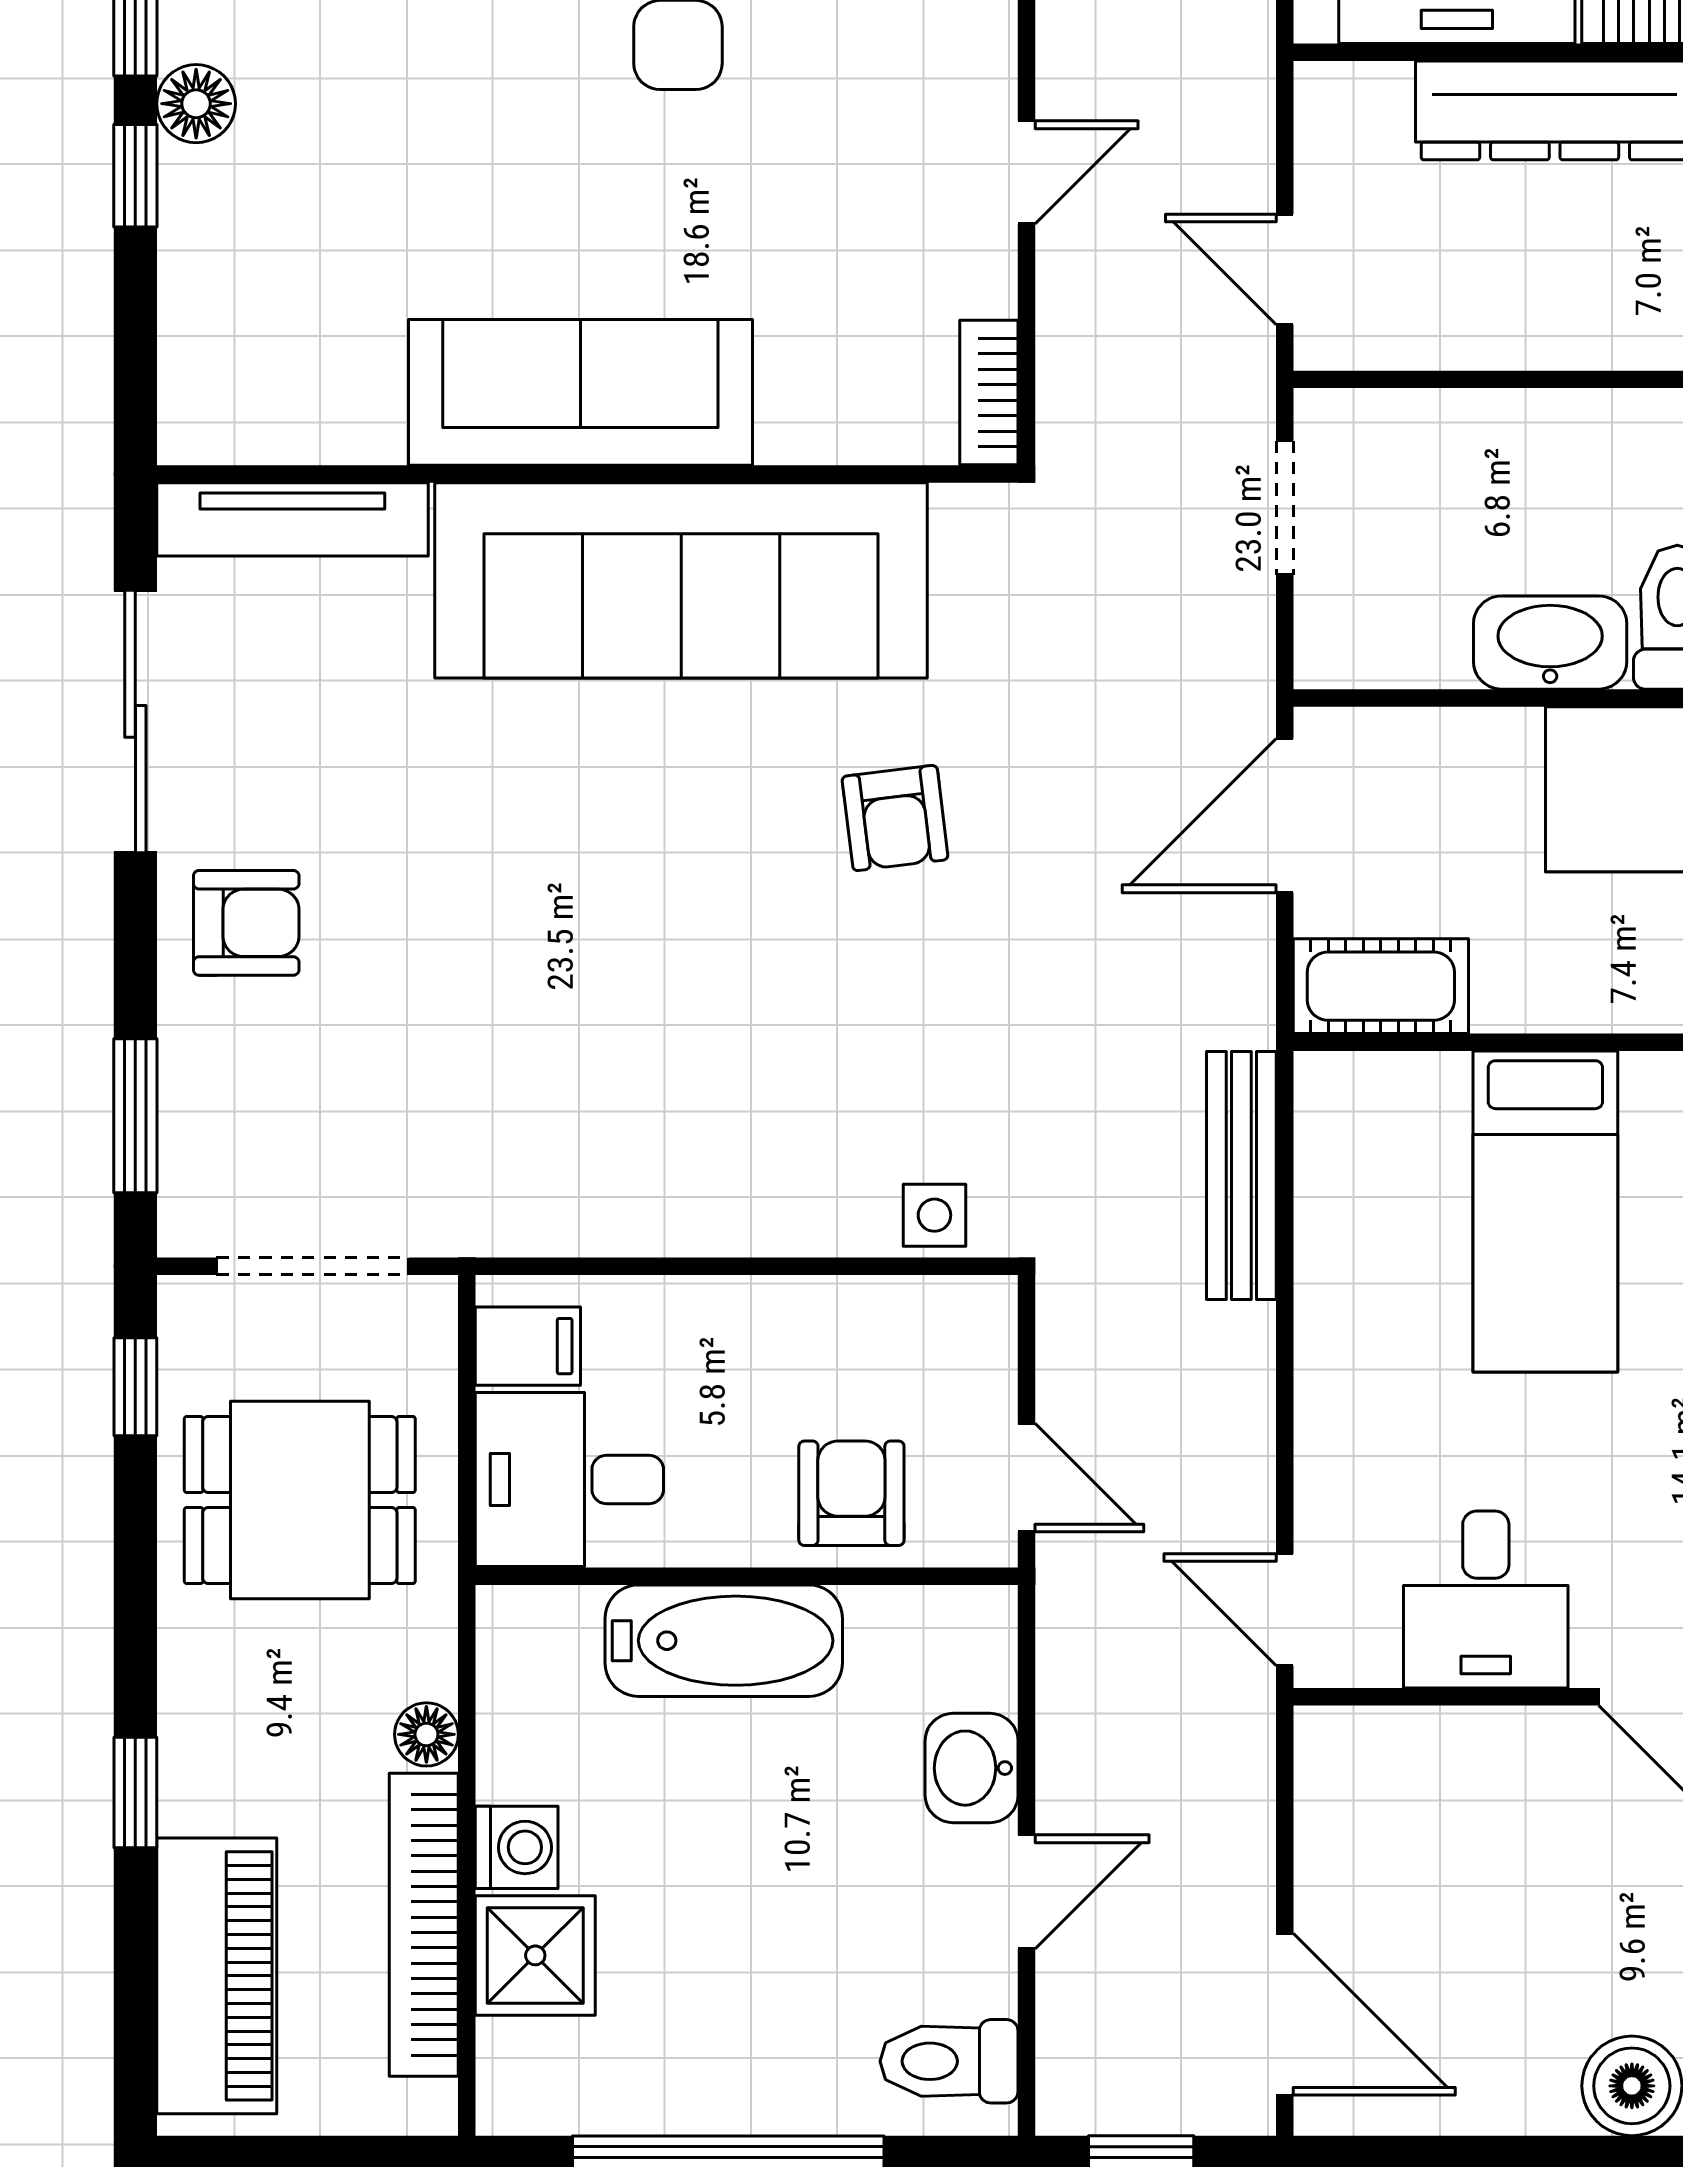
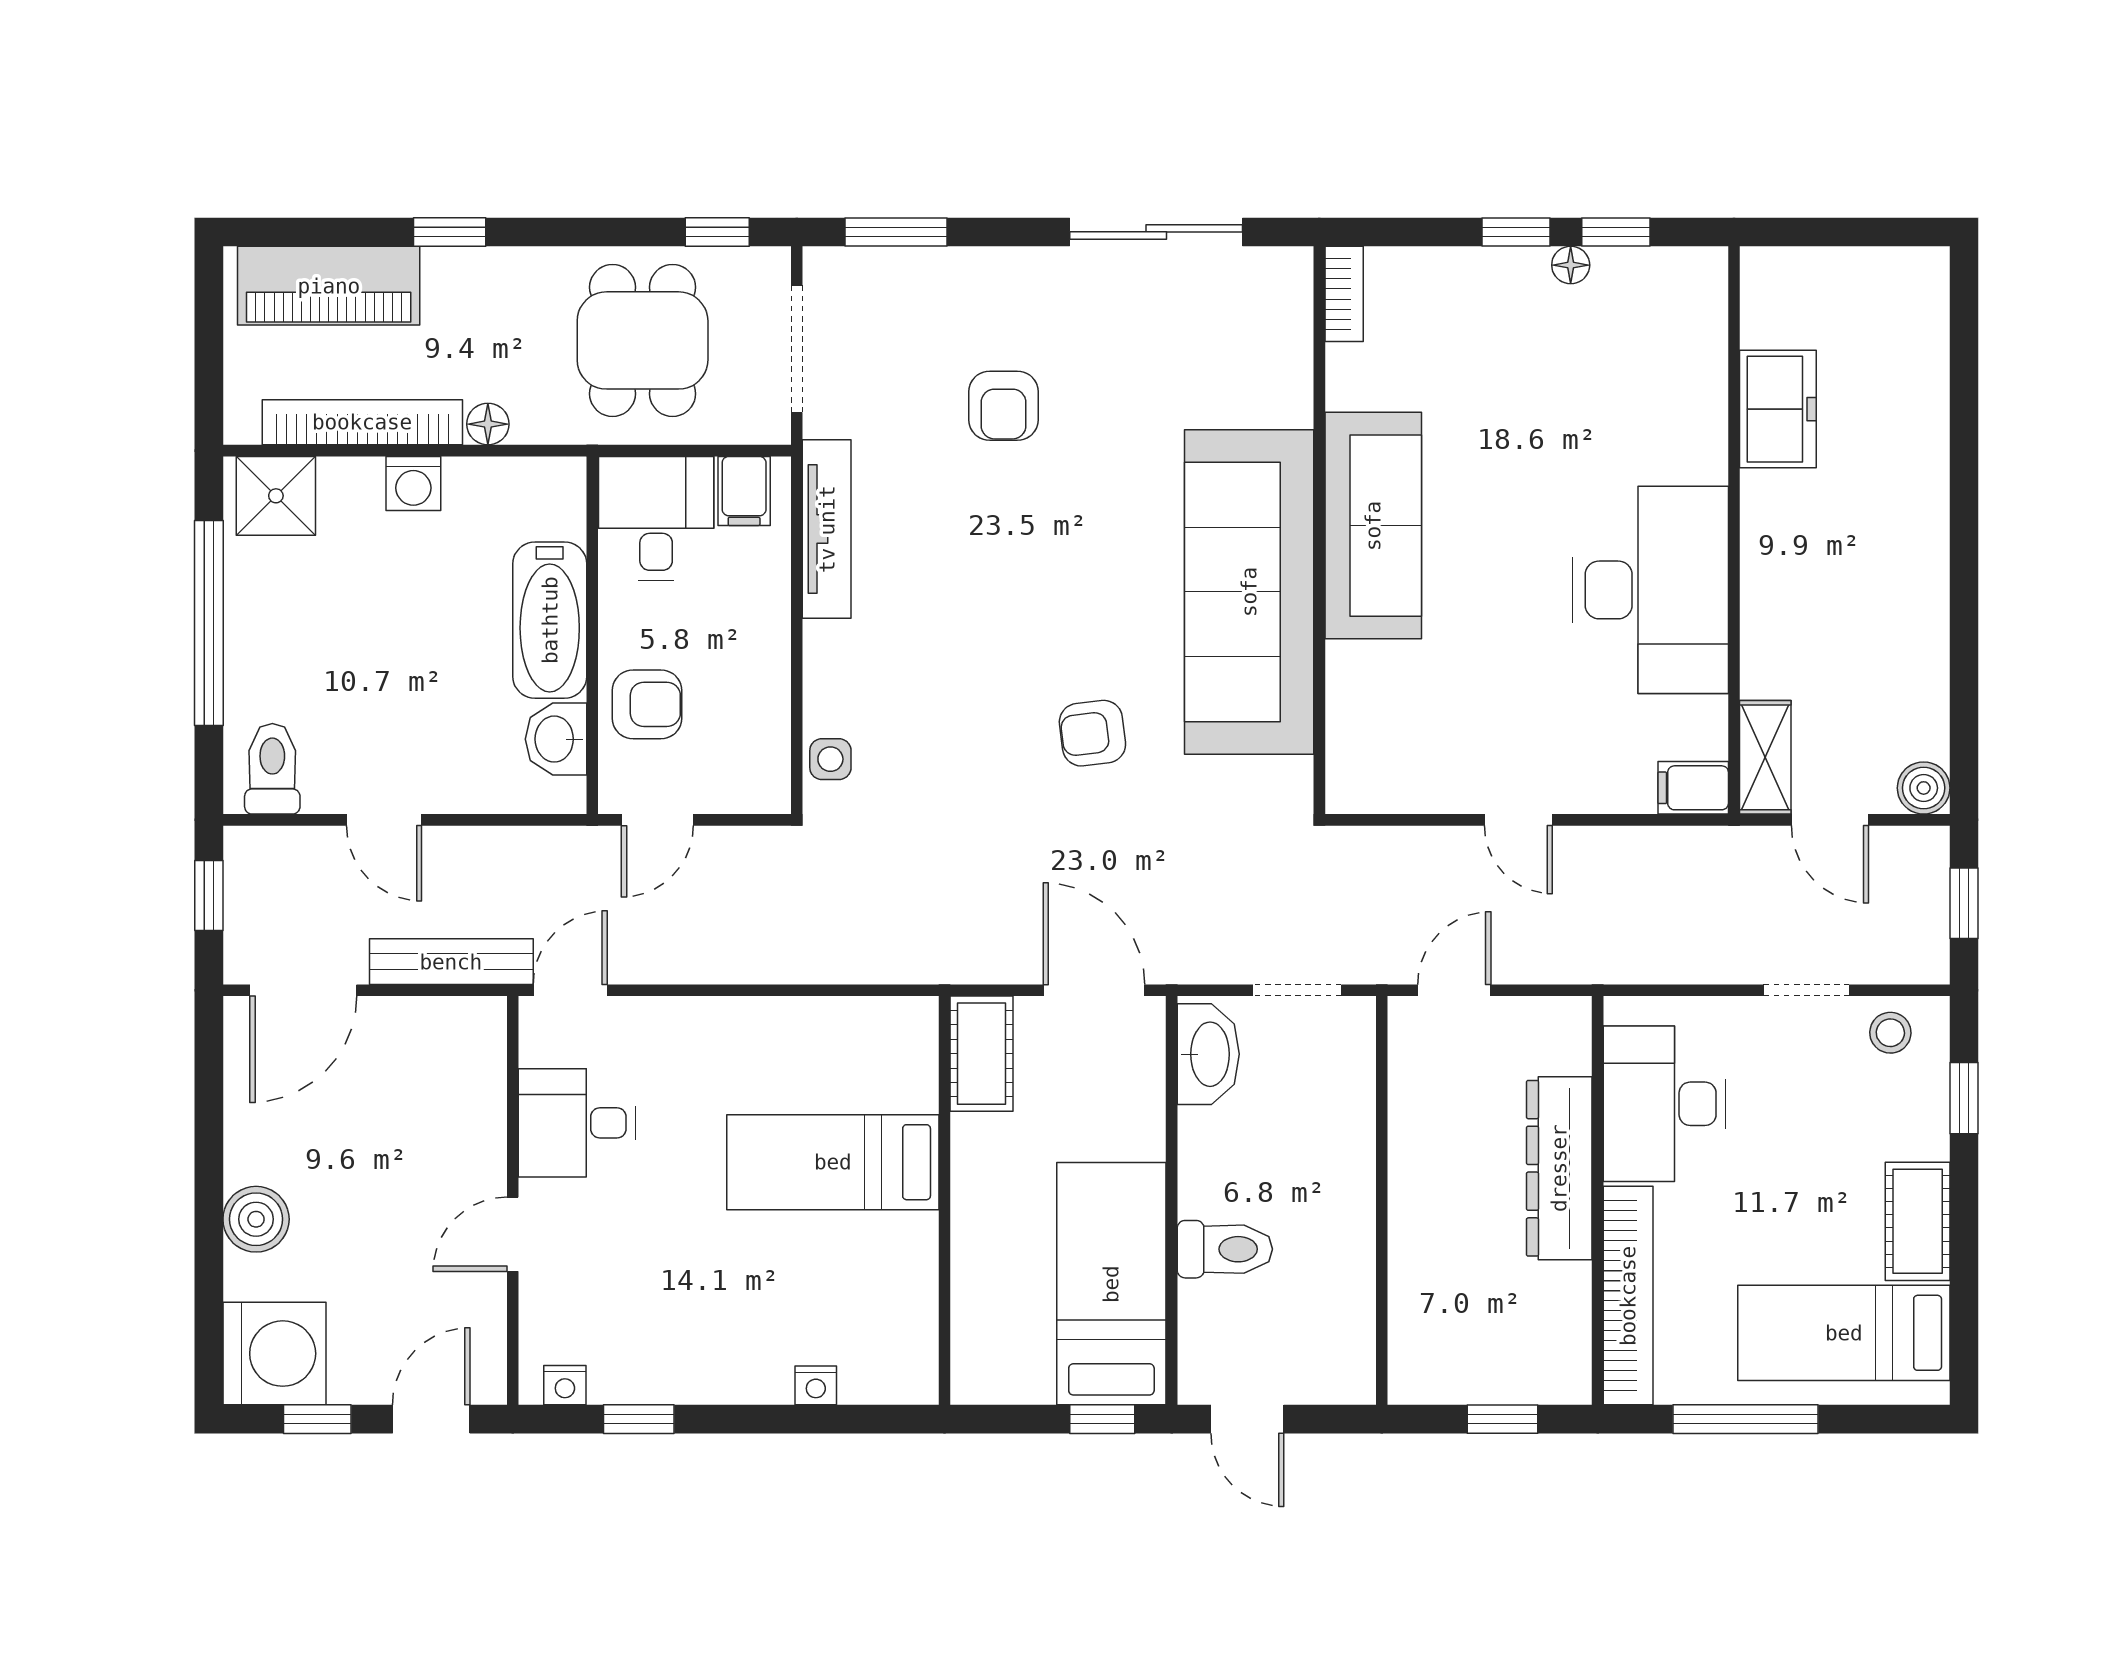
floor lamp: (196, 104) -> (1571, 265), width x0.73, depth x0.73
bookcase: (989, 392) -> (1344, 294), moved, turned 90
tv unit: (292, 519) -> (827, 529), moved, turned 180
washbasin: (1550, 643) -> (1208, 1054), moved
armchair: (246, 923) -> (1004, 406), moved
bench: (1241, 1175) -> (451, 962), moved
washbasin: (972, 1768) -> (556, 739), moved, turned -90
shower: (535, 1955) -> (276, 496), moved

